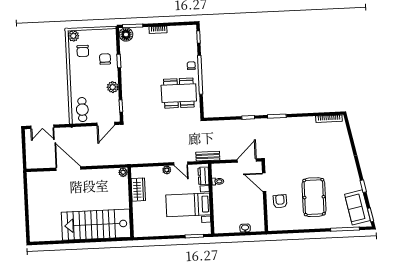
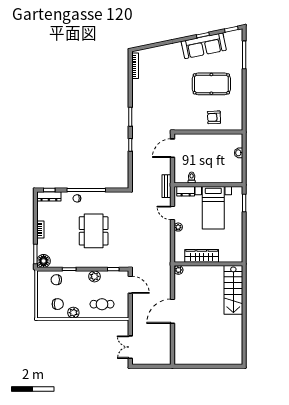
plant: (73, 36) -> (73, 313), moved
dresser: (192, 37) -> (49, 196), added
chair: (105, 59) -> (56, 280), moved
dining table: (179, 93) -> (94, 231), moved
cafe table: (82, 110) -> (102, 304), moved
double door: (42, 127) -> (130, 347), swing flipped
door: (247, 161) -> (172, 148), hinge flipped
door: (181, 164) -> (172, 213), swing flipped
door: (68, 169) -> (172, 311), moved
door: (264, 182) -> (195, 132), removed
wardrobe: (138, 190) -> (202, 256), width x1.50
sofa: (357, 207) -> (204, 46), moved, width x1.36
stairs: (96, 225) -> (233, 290), width x0.73, depth x0.66

